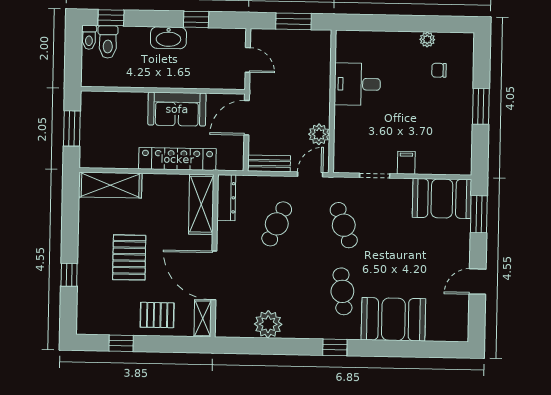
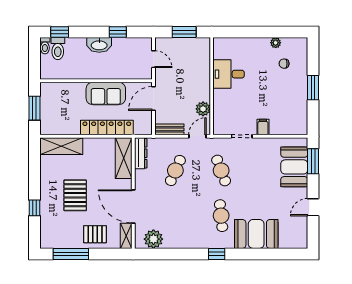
booth: (442, 198) -> (294, 167), moved, turned 90
plant: (268, 324) -> (153, 239), moved
window: (121, 343) -> (71, 254), width x2.17

